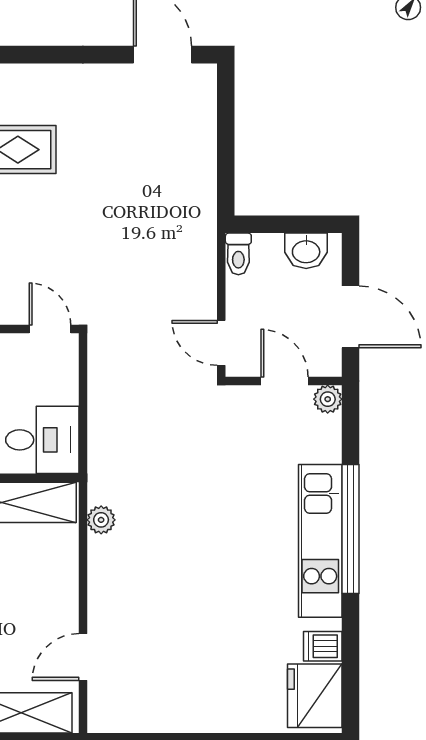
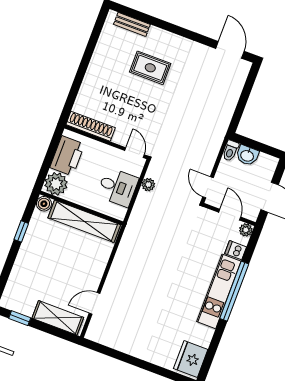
washbasin: (306, 251) -> (247, 155), moved
desk: (42, 440) -> (118, 187), moved
plant: (101, 520) -> (148, 185), moved
dishwasher: (323, 646) -> (236, 250), moved

